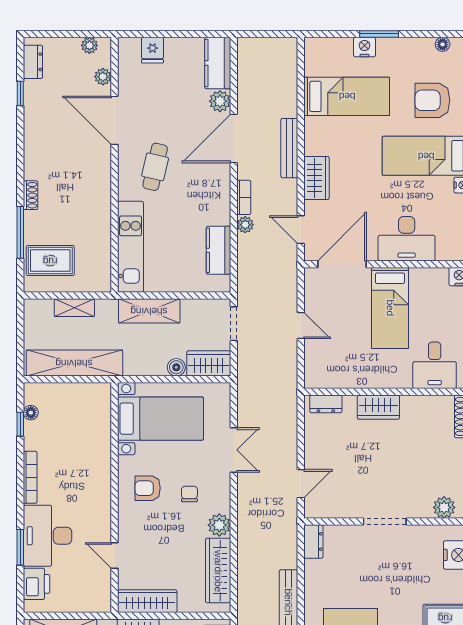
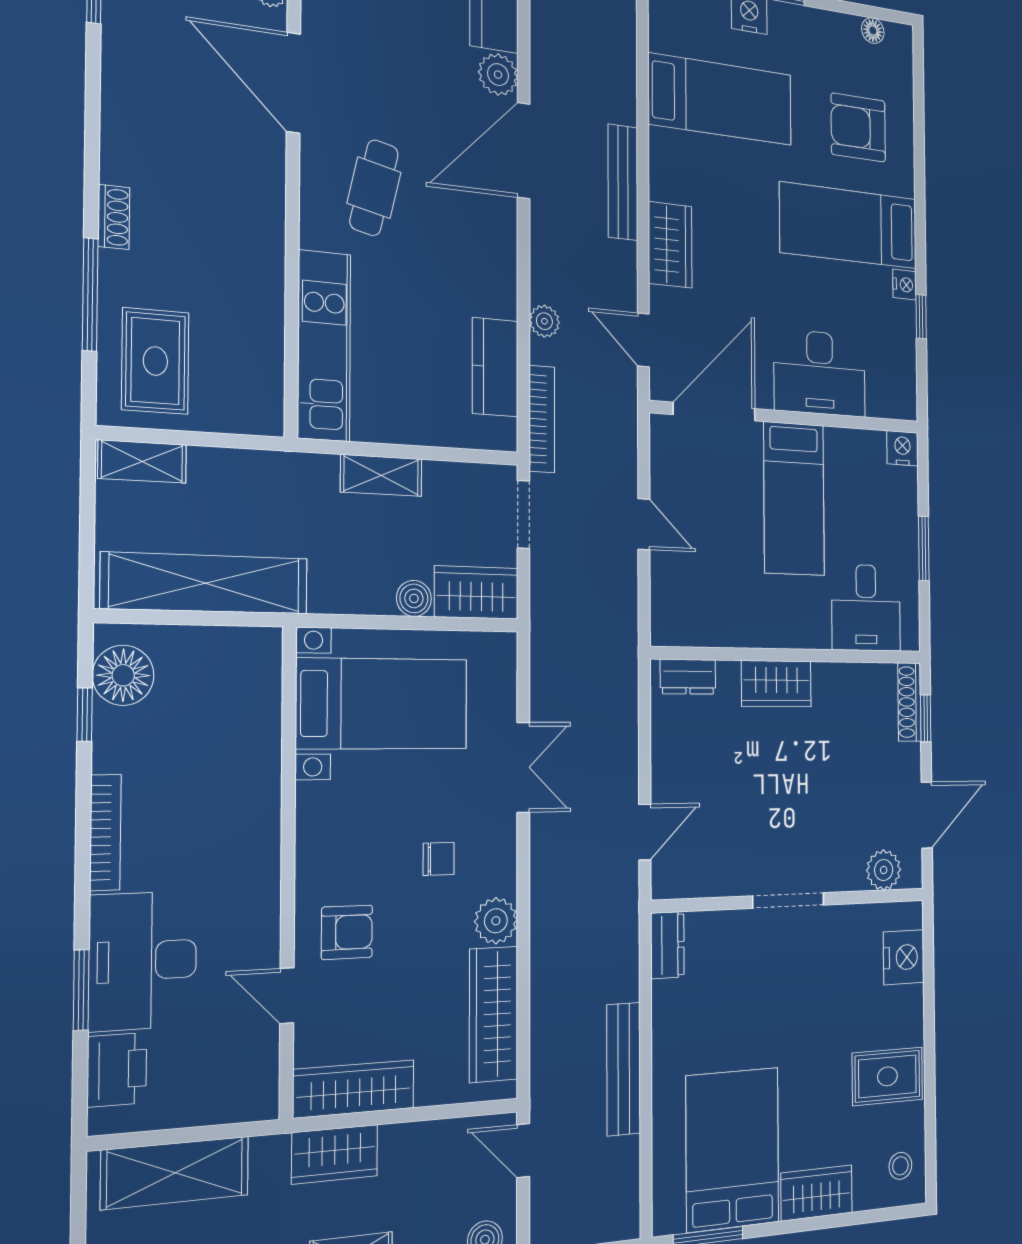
bookcase: (244, 197) -> (542, 419), moved, width x1.56
rug: (50, 261) -> (155, 361), turned 90
shelving: (74, 308) -> (142, 462), moved
shelving: (149, 311) -> (381, 475), width x0.67, depth x0.75
floor lamp: (31, 413) -> (123, 675), width x1.89, depth x1.89
armchair: (148, 488) -> (347, 932), moved, turned 180
chair: (189, 494) -> (439, 859), turned 90

